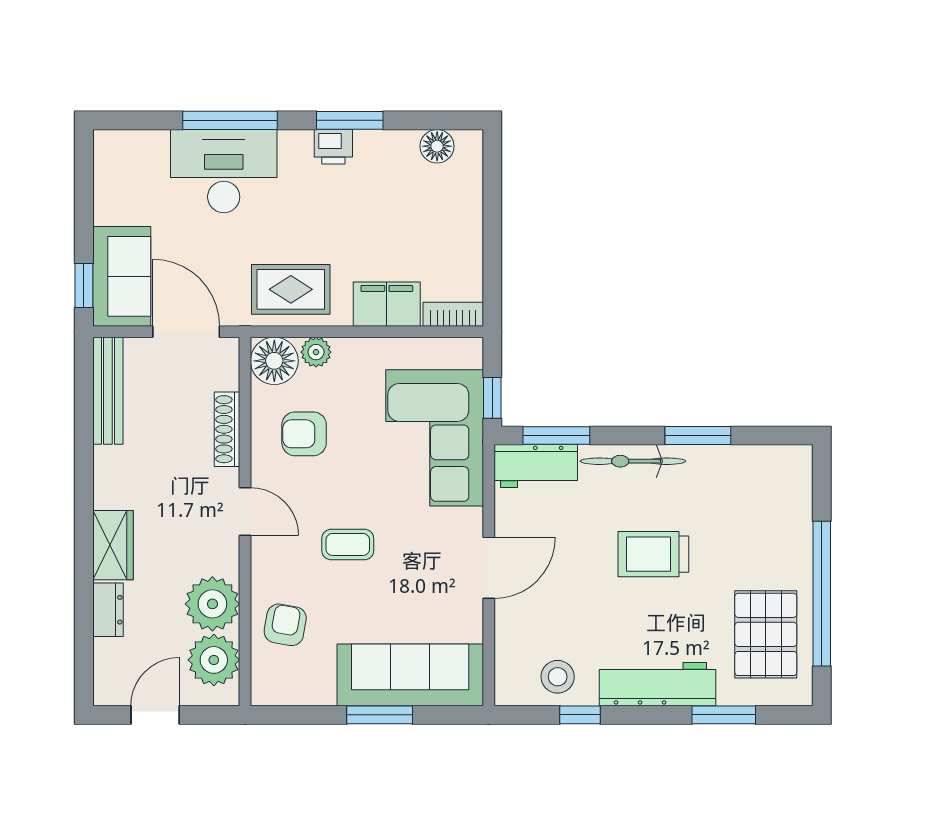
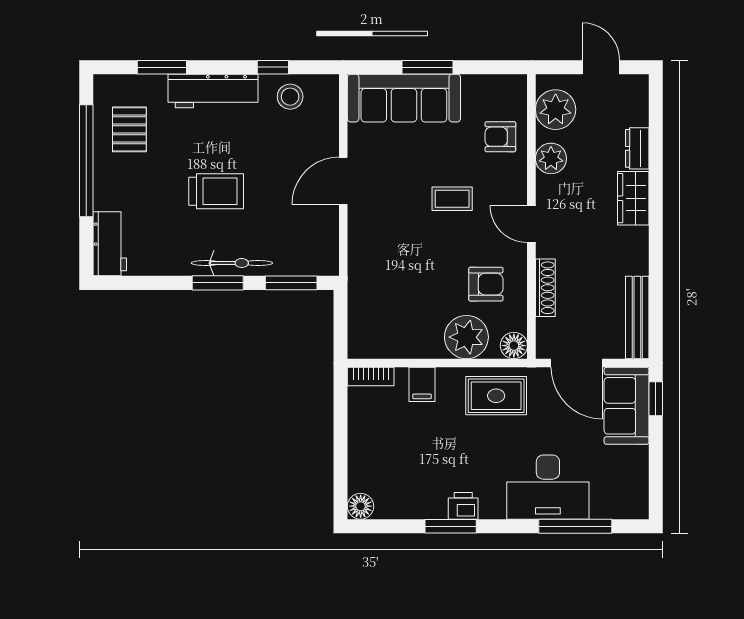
window: (230, 120) -> (575, 526), moved
floor lamp: (437, 146) -> (361, 506), moved
filing cabinet: (387, 304) -> (422, 384), width x0.50
plant: (316, 352) -> (466, 337), width x1.88, depth x1.88
floor lamp: (274, 361) -> (514, 346), width x0.73, depth x0.73
window: (492, 398) -> (341, 312), removed
window: (698, 436) -> (218, 283), moved
corner sofa: (435, 438) -> (385, 281), removed
workbench: (536, 466) -> (110, 244), moved, turned 90
plant: (212, 604) -> (551, 158), width x0.73, depth x0.73
armchair: (285, 625) -> (500, 137), turned 80
pallet: (766, 634) -> (129, 129), width x0.67, depth x0.71
door: (155, 715) -> (601, 67), swing flipped

